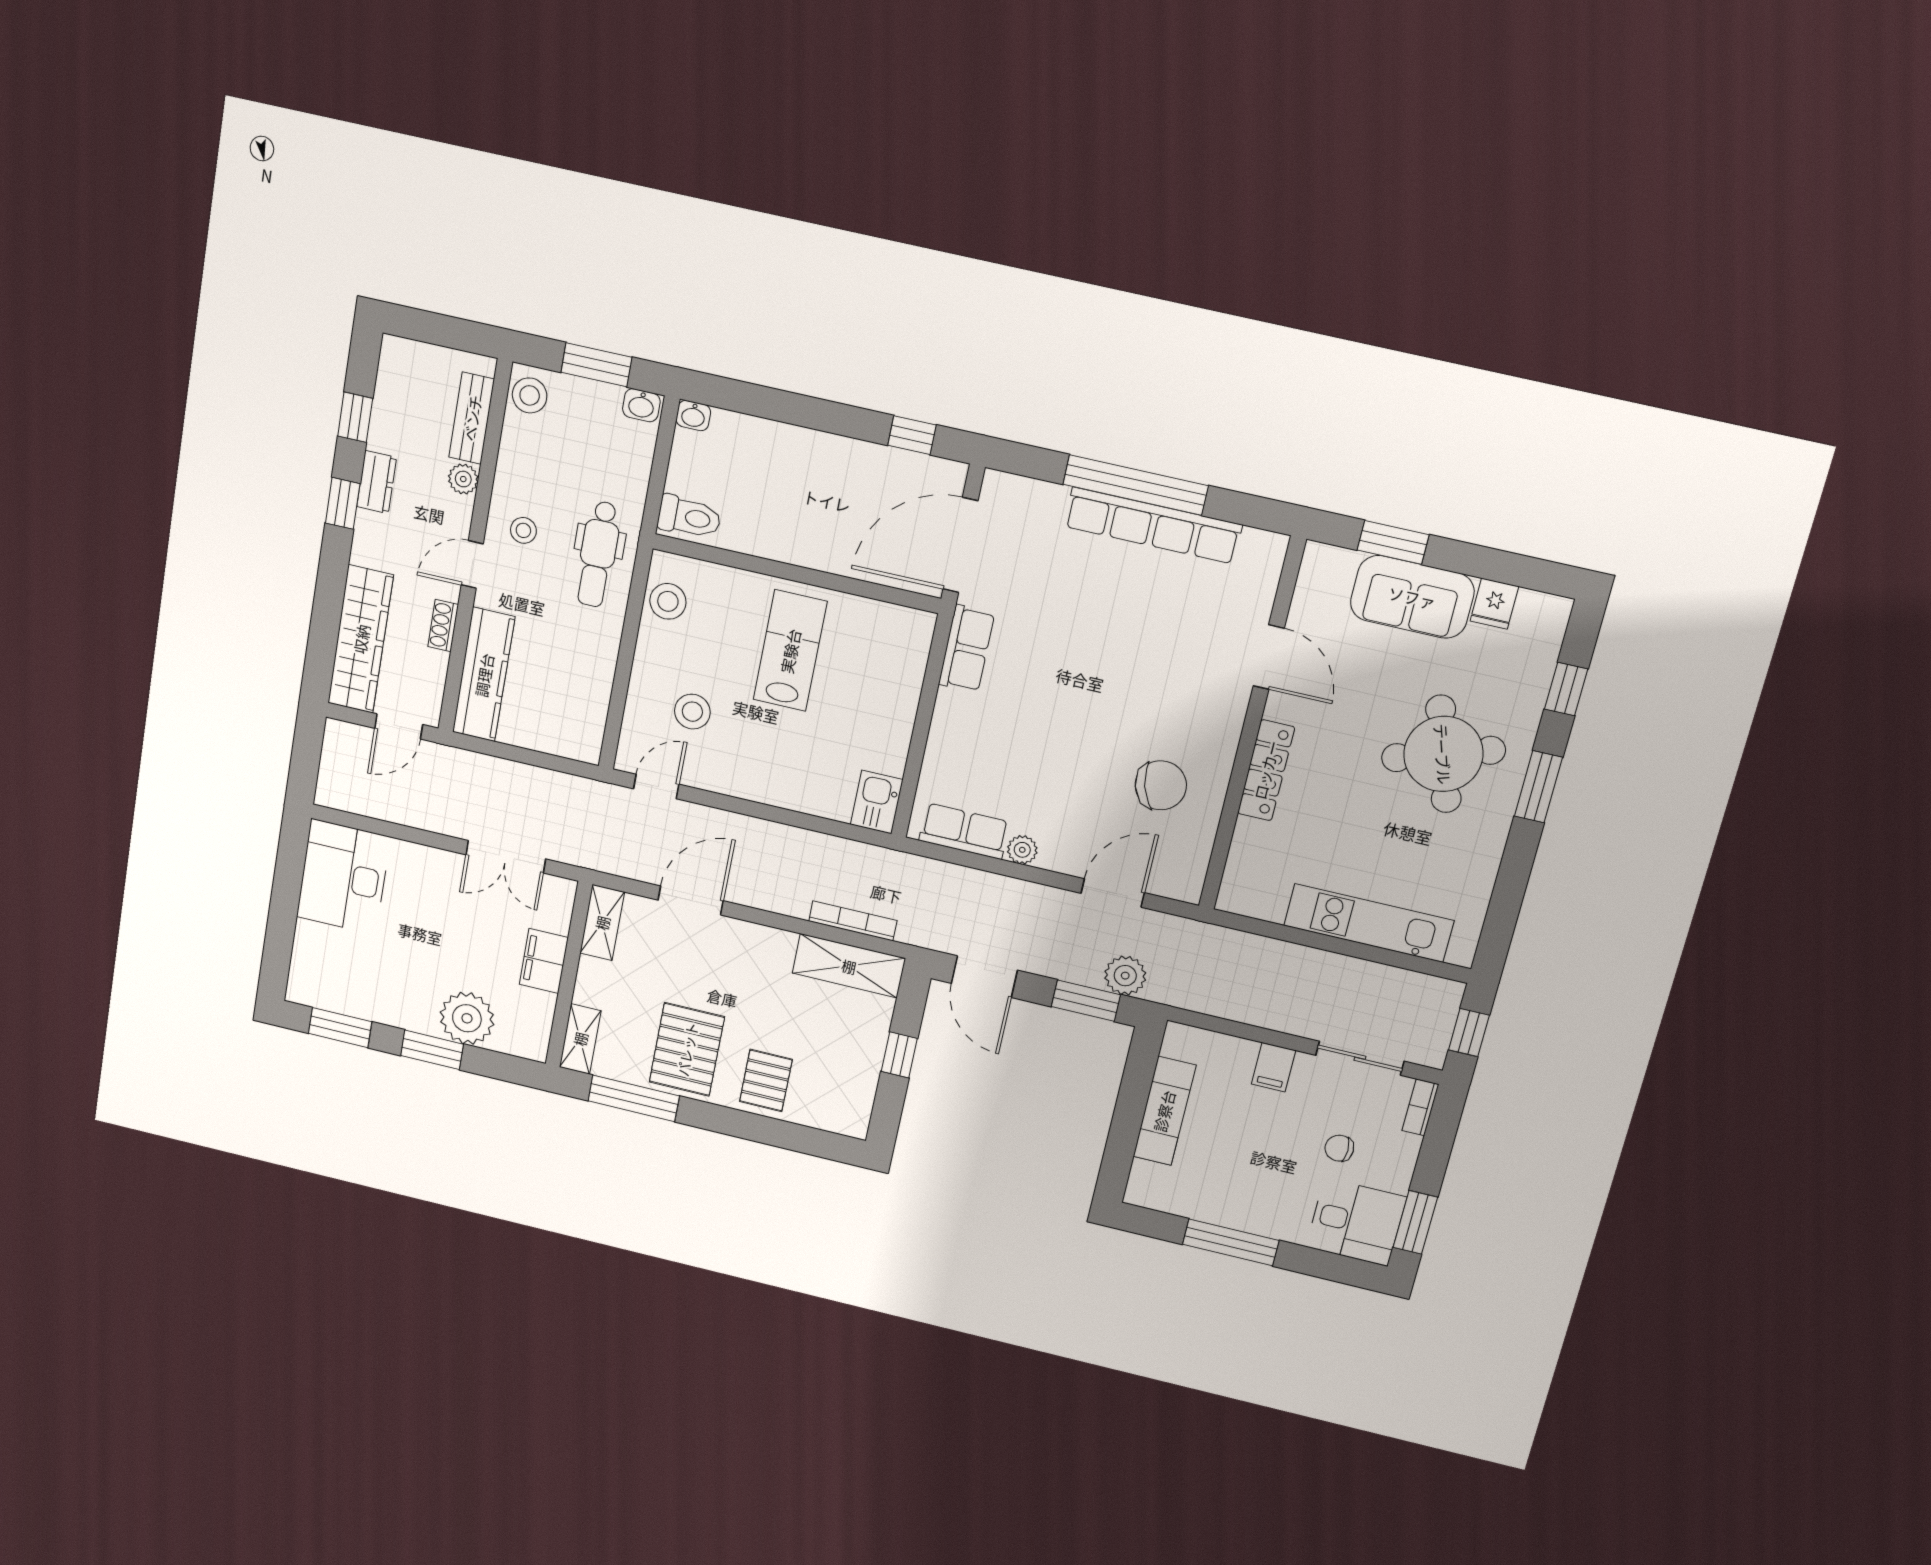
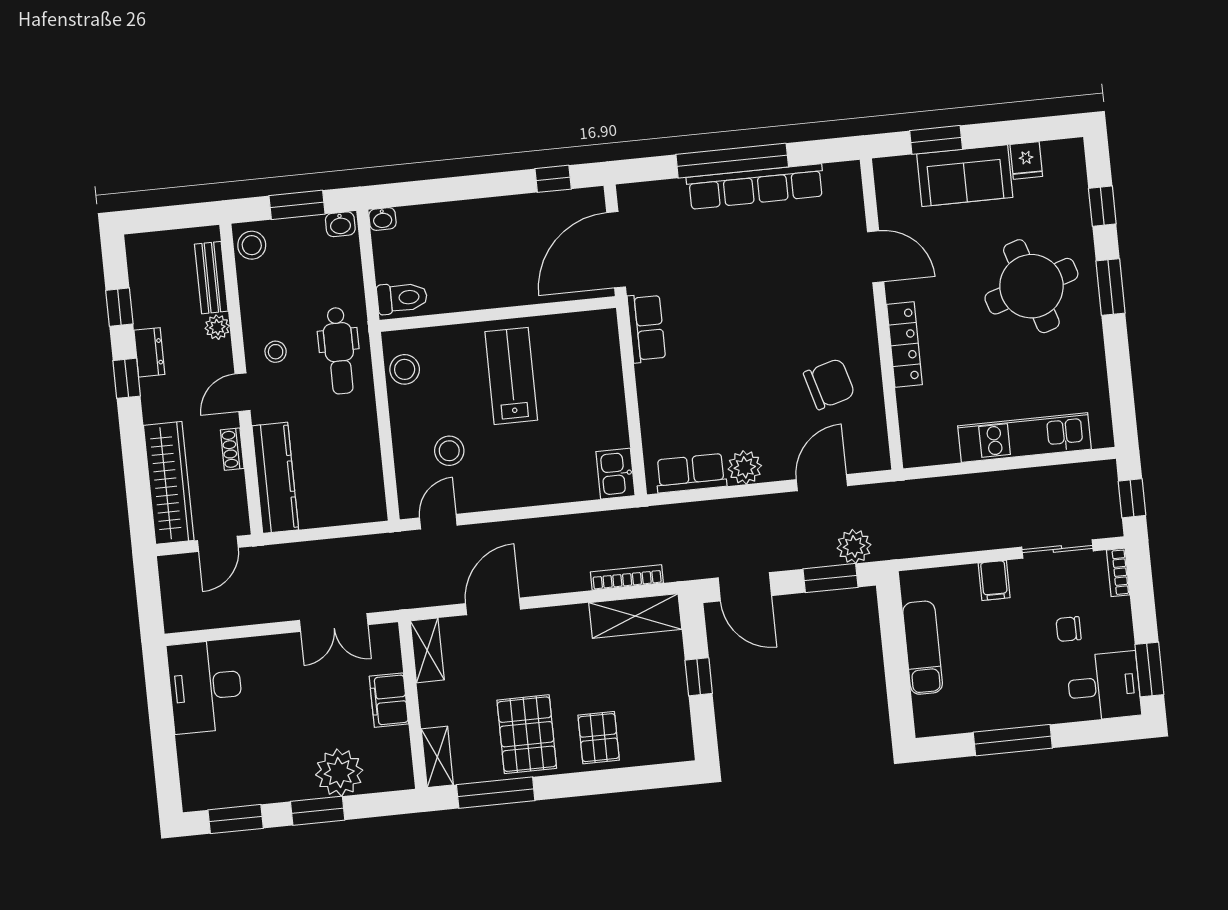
plant: (1022, 850) -> (745, 467), width x1.38, depth x1.38

